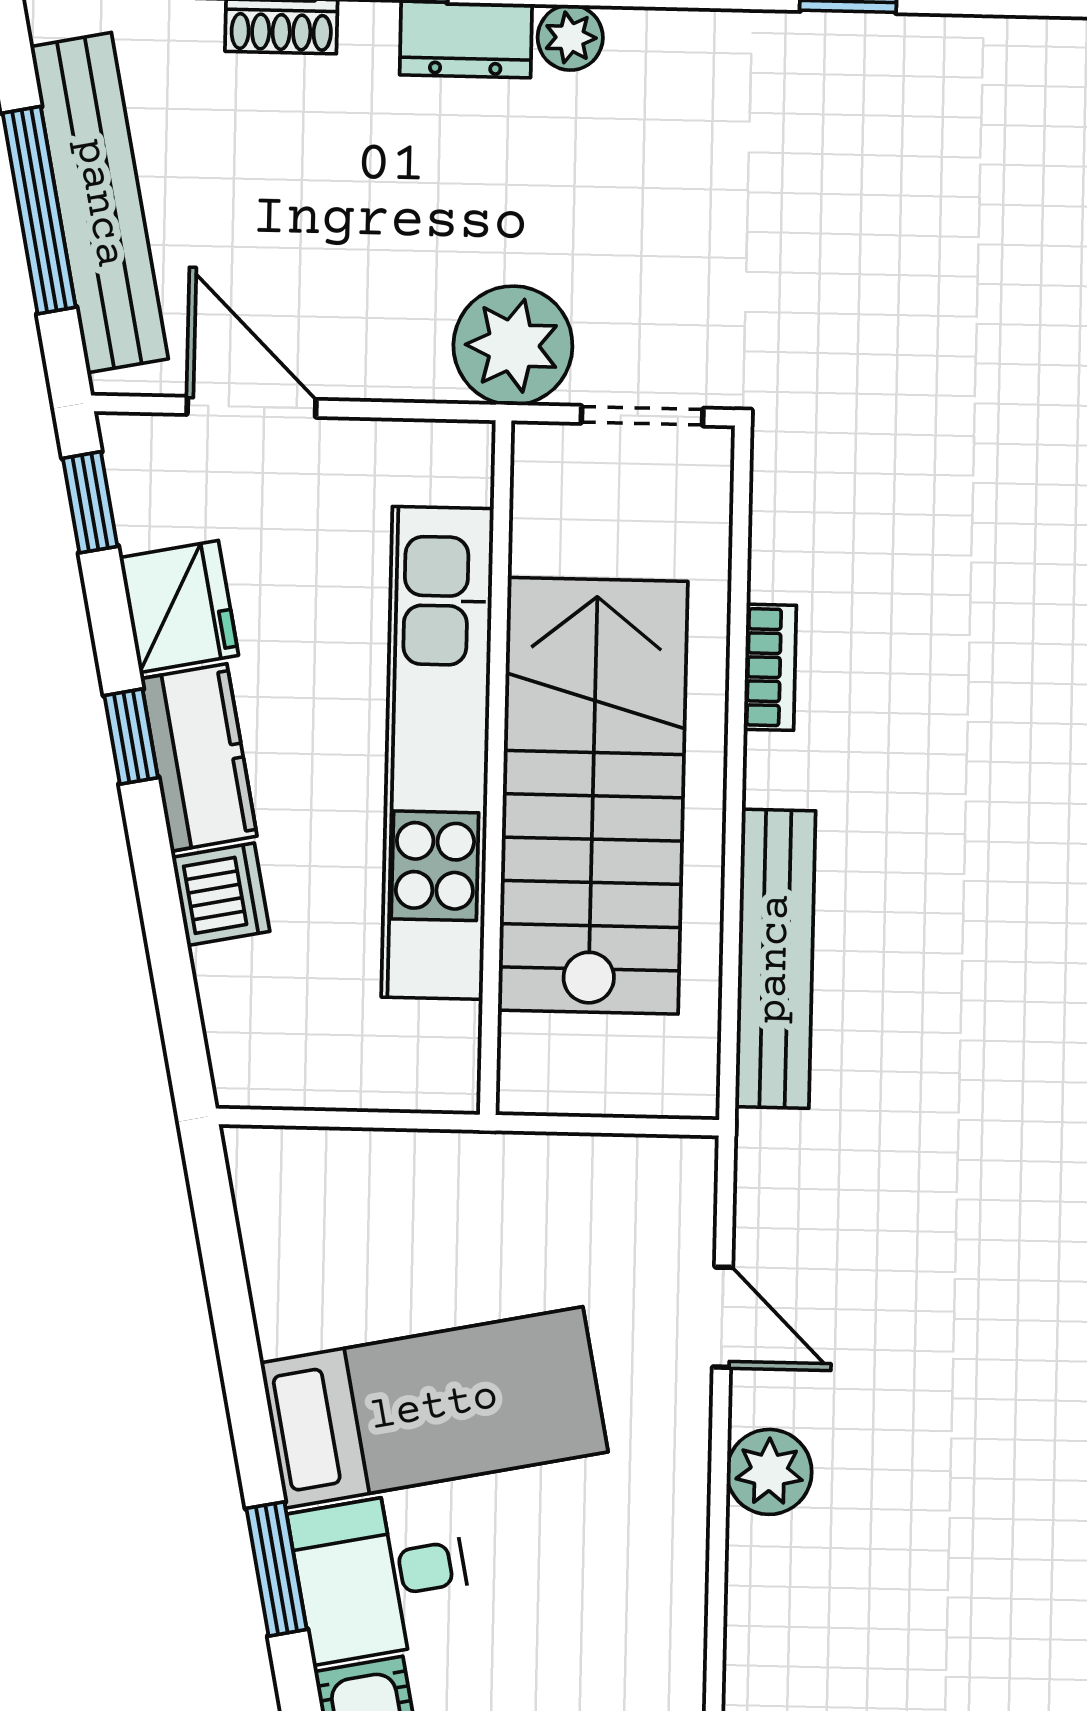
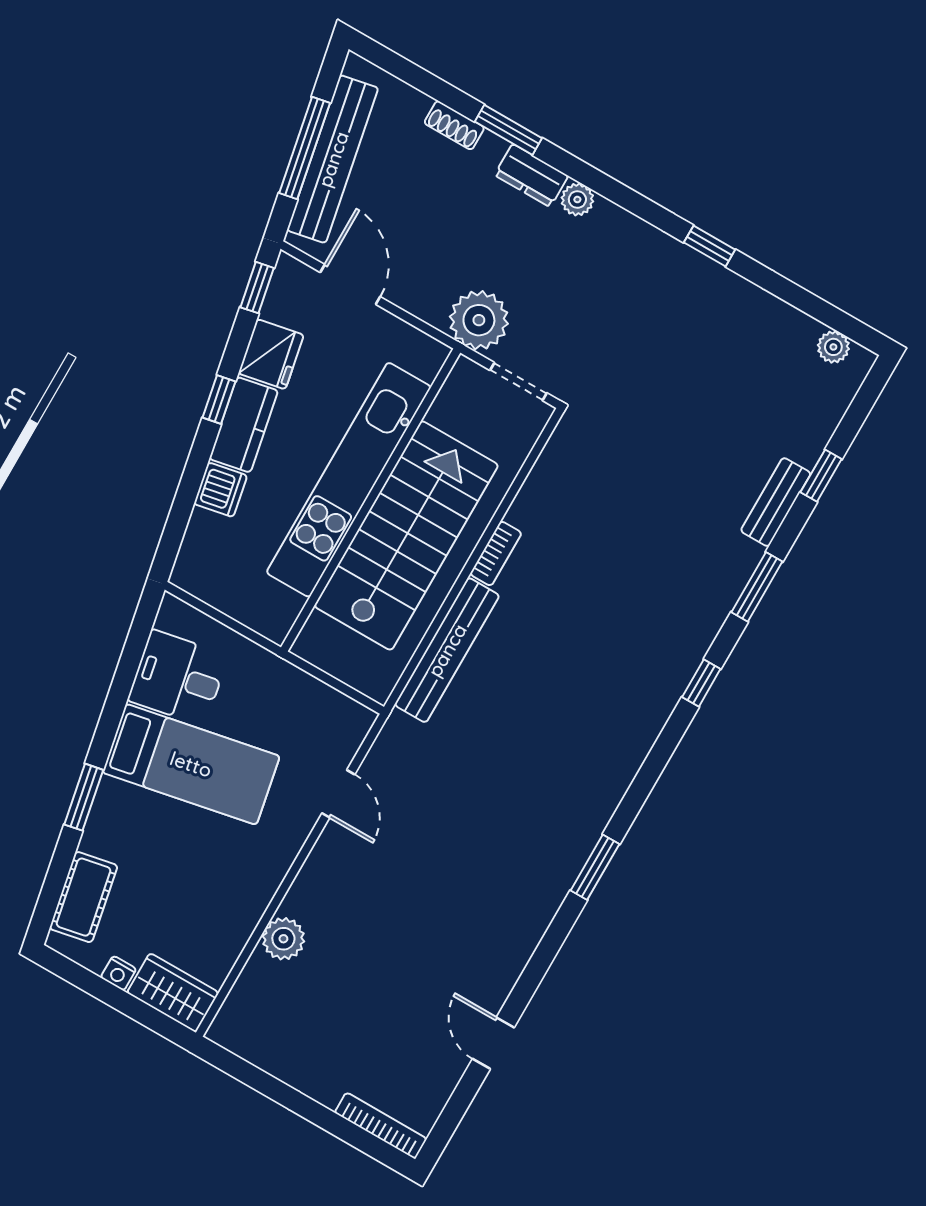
bookcase: (770, 667) -> (496, 553), moved
plant: (769, 1472) -> (283, 939), moved
desk: (381, 1576) -> (178, 678), moved

